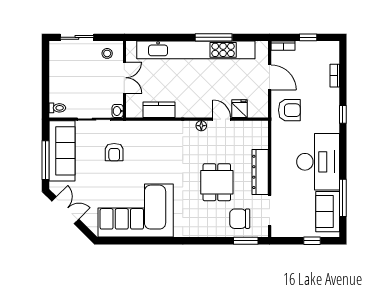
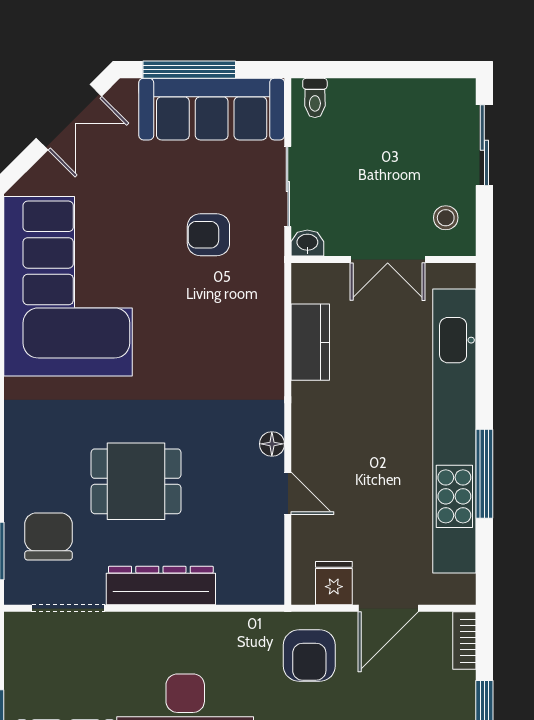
fridge: (240, 109) -> (334, 583), moved, turned -90
door: (222, 119) -> (288, 493), hinge flipped

